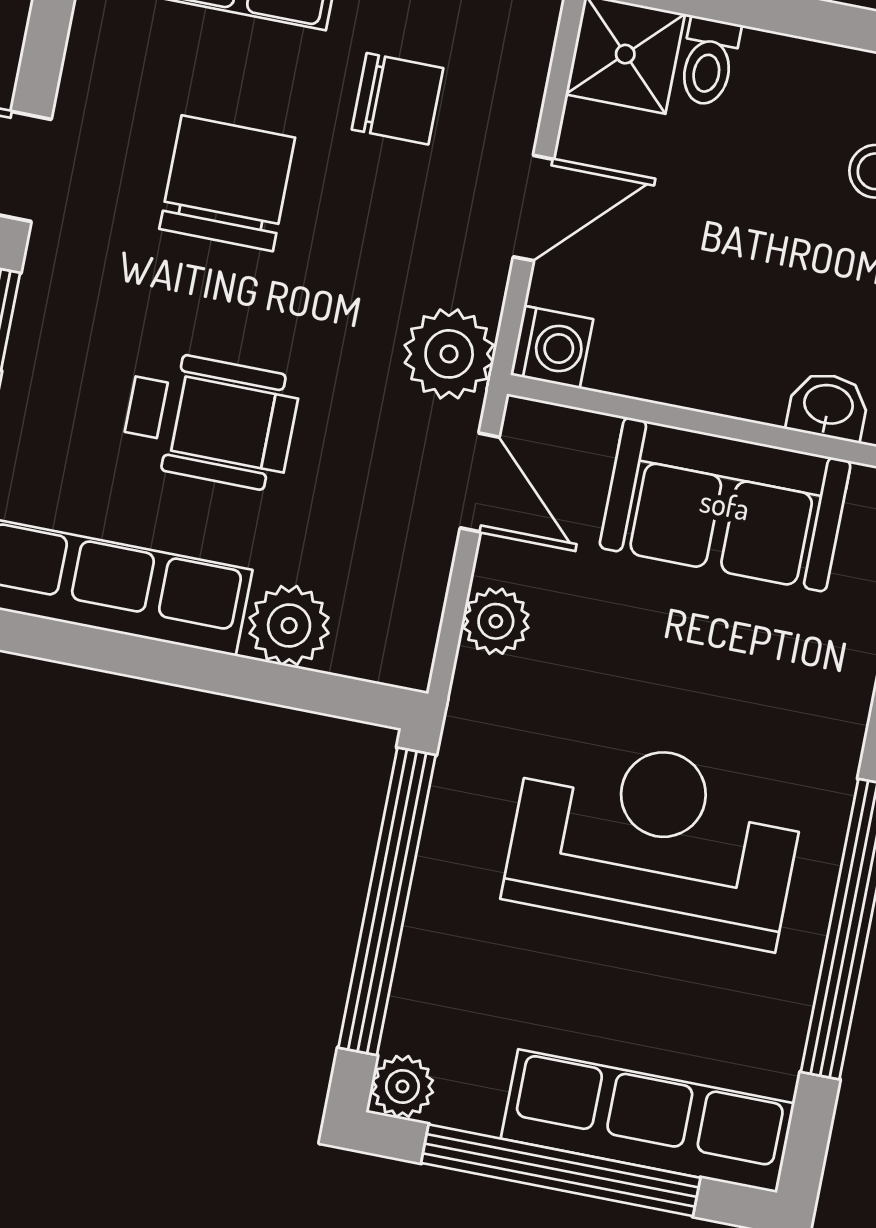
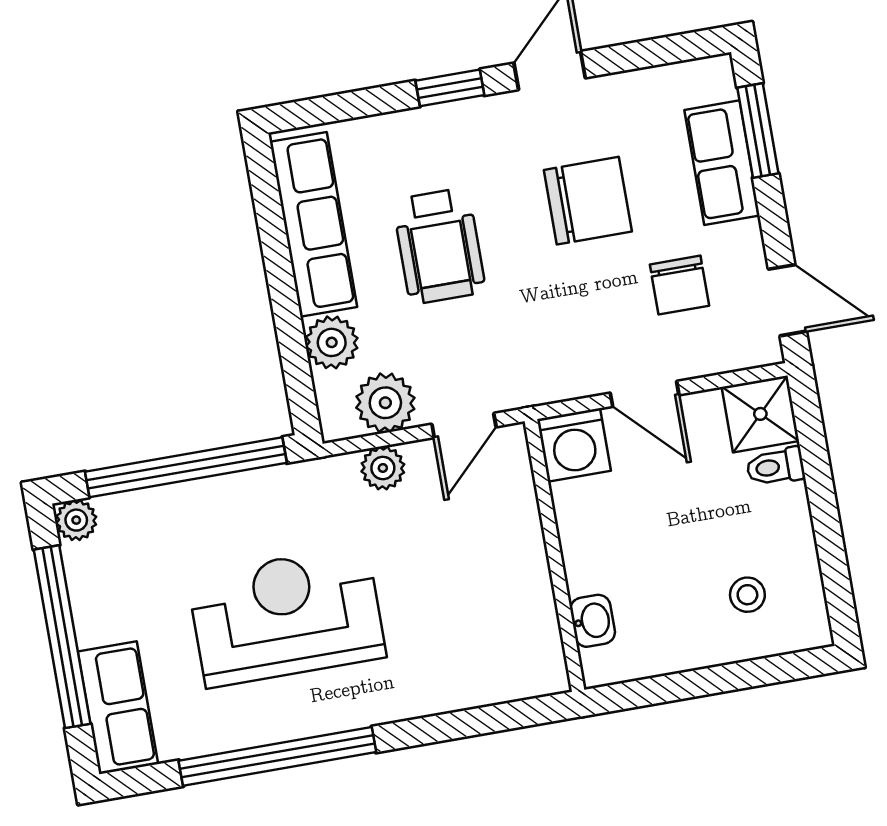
washing machine: (552, 347) -> (574, 445), width x1.38, depth x1.38
plant: (449, 354) -> (385, 403), moved
sofa: (725, 504) -> (508, 581), removed
reception desk: (655, 839) -> (287, 616), turned -90
row of seats: (648, 1121) -> (118, 708), width x0.68

